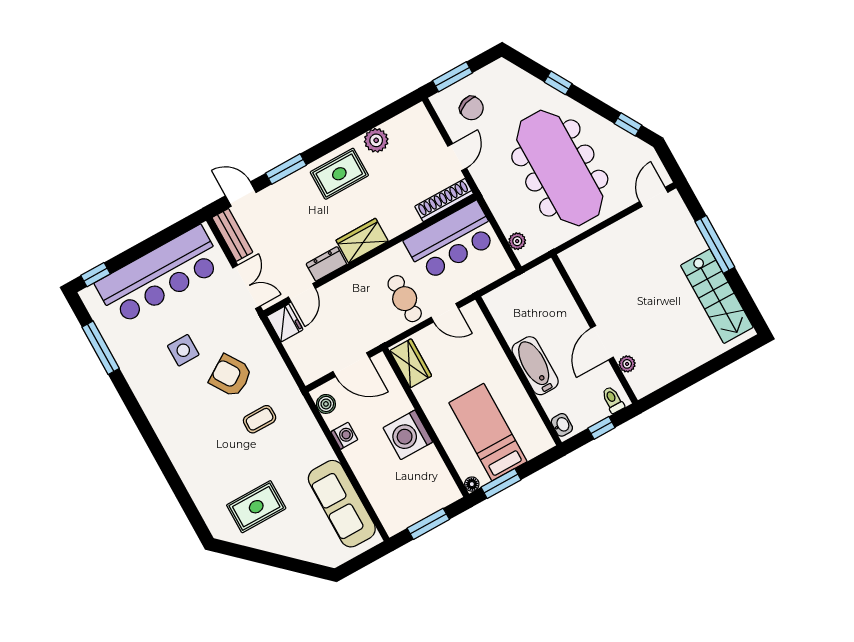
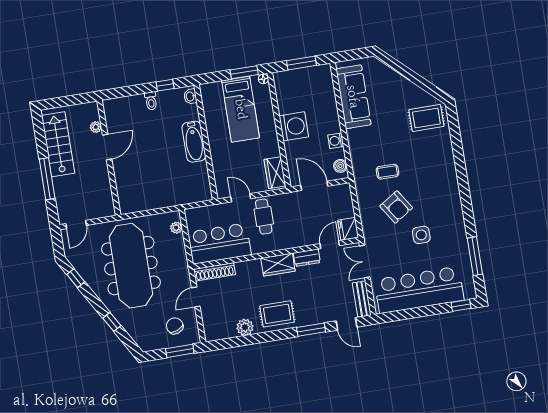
wall: (594, 329) -> (109, 158), moved
door: (602, 343) -> (107, 147), moved
plant: (627, 364) -> (96, 127), moved
rug: (256, 507) -> (426, 118), moved

